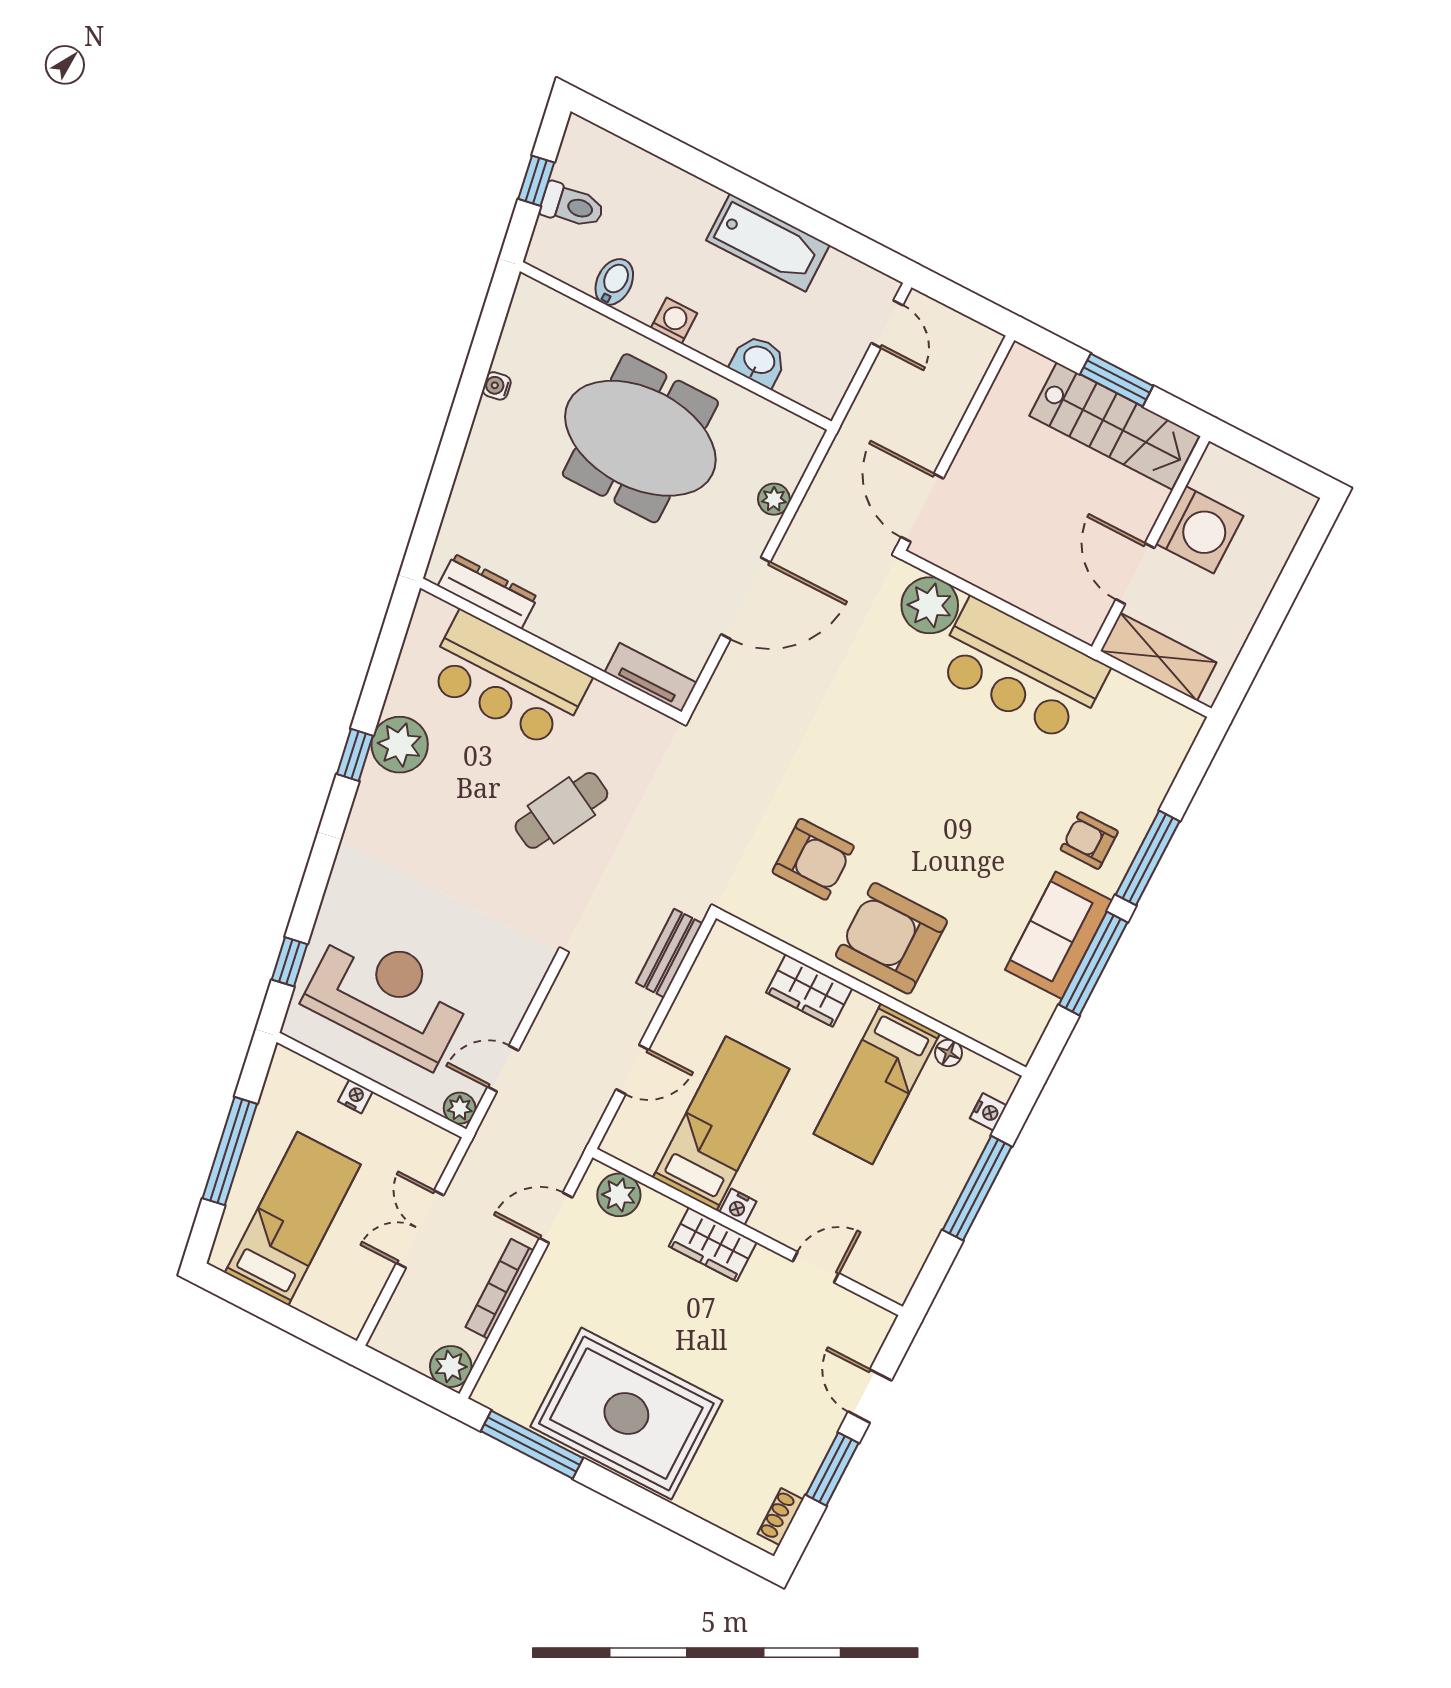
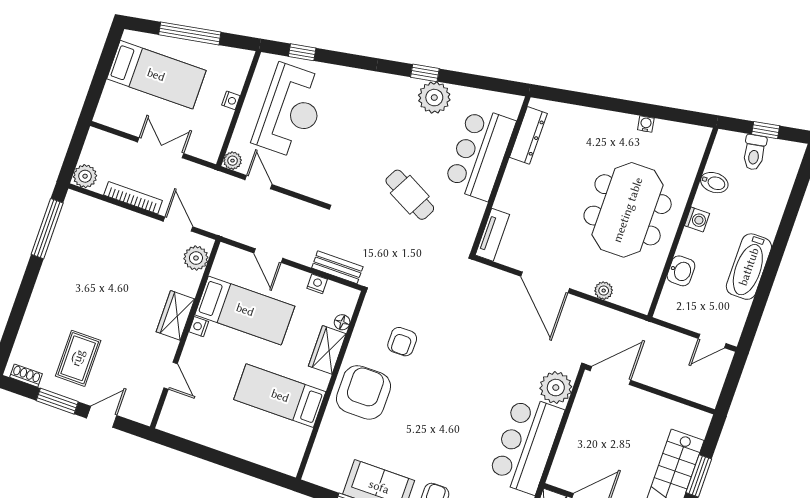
armchair: (813, 859) -> (402, 342), width x0.72, depth x0.72
floor lamp: (949, 1053) -> (342, 322), moved
nightstand: (988, 1112) -> (317, 284), moved, turned 180
window: (977, 1188) -> (228, 461), removed
rug: (626, 1413) -> (78, 358), moved, width x0.54, depth x0.49

